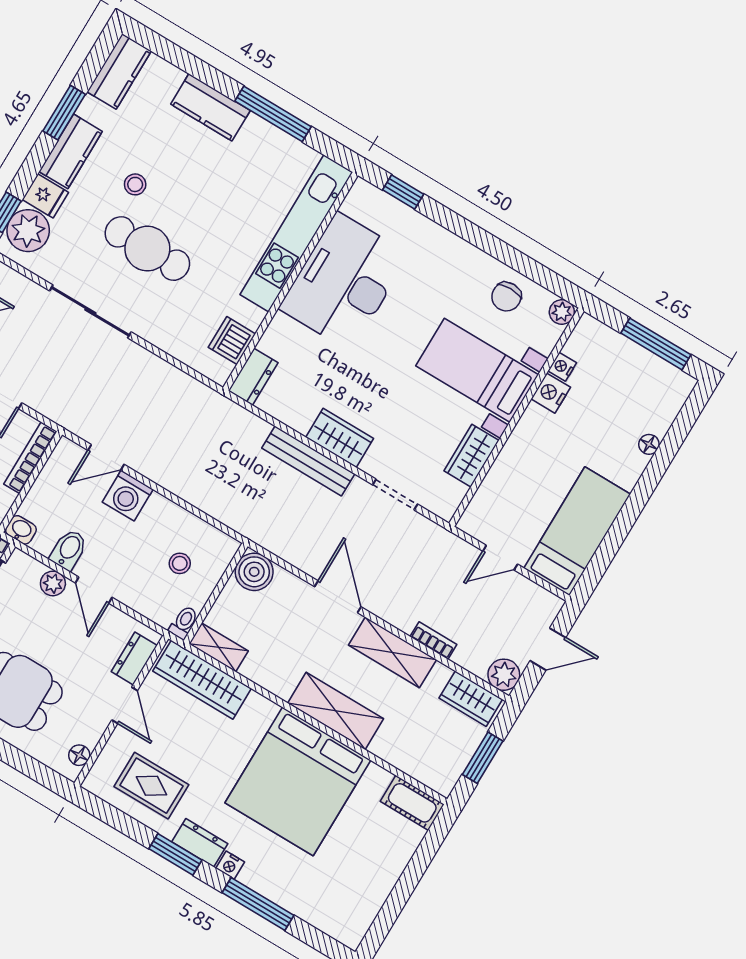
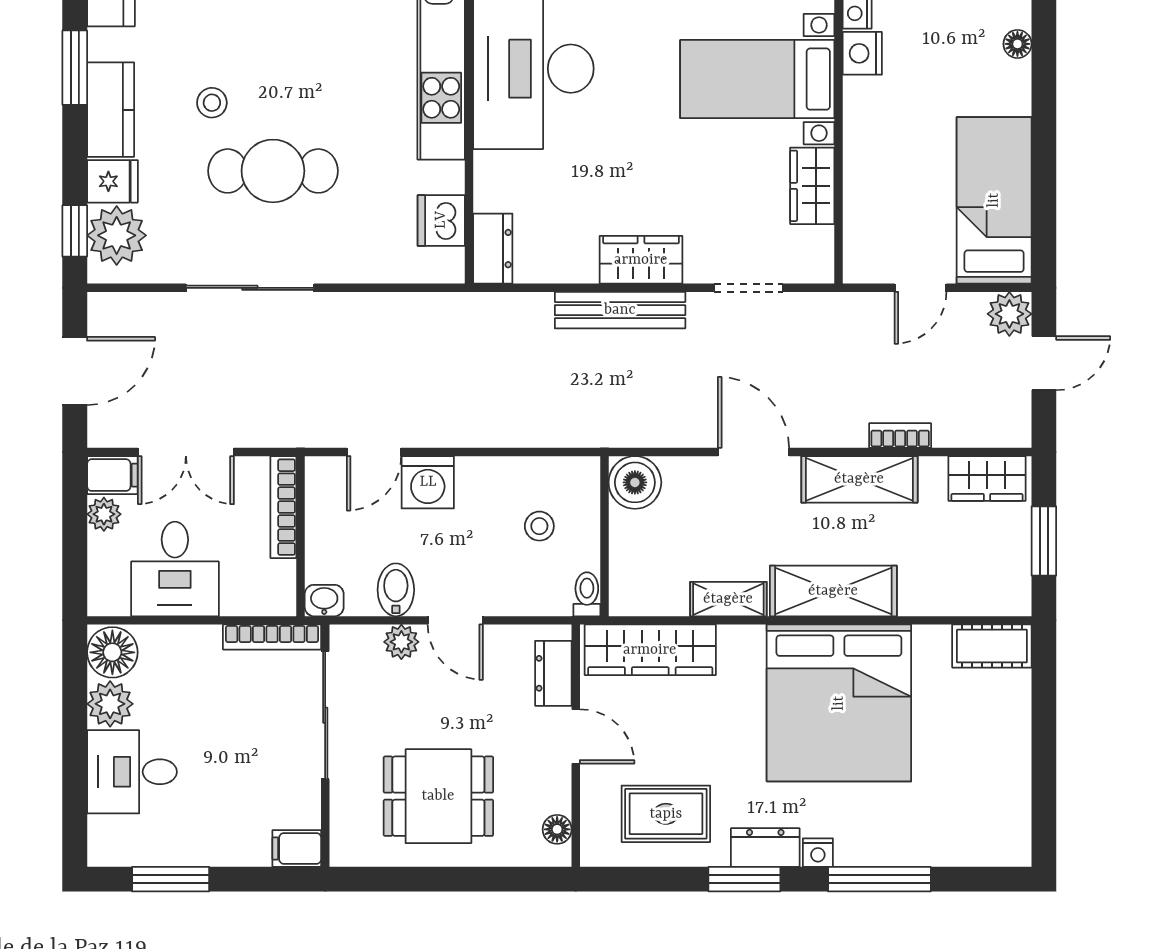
shelving: (219, 647) -> (728, 599), moved
plant: (504, 675) -> (1009, 314), moved

